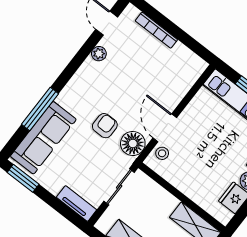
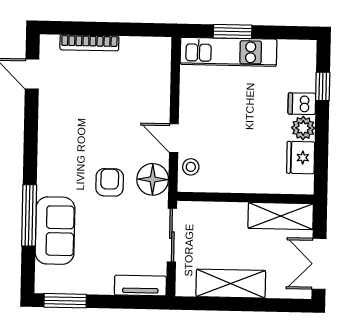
plant: (99, 54) -> (48, 112), removed
door: (165, 128) -> (174, 138), width x0.73
sofa: (43, 138) -> (55, 231), width x0.73

